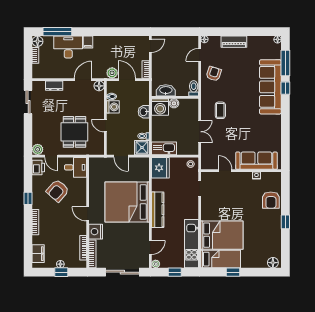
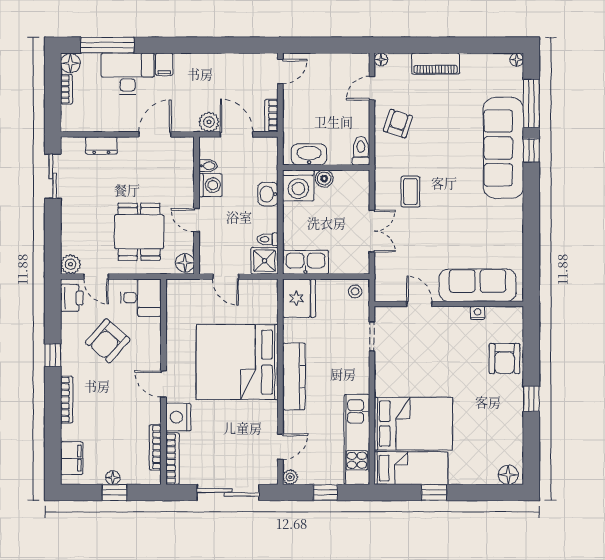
floor lamp: (99, 86) -> (185, 263), moved

